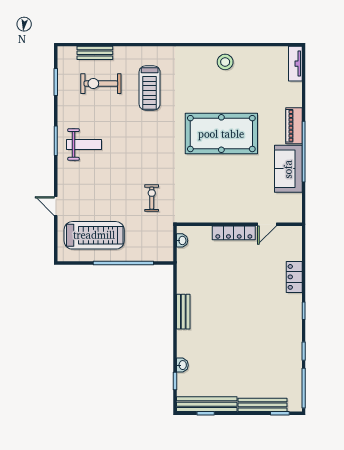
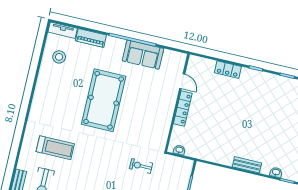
stool: (225, 62) -> (59, 57), moved
piano: (294, 126) -> (91, 38), moved
bench: (183, 312) -> (247, 165), moved

